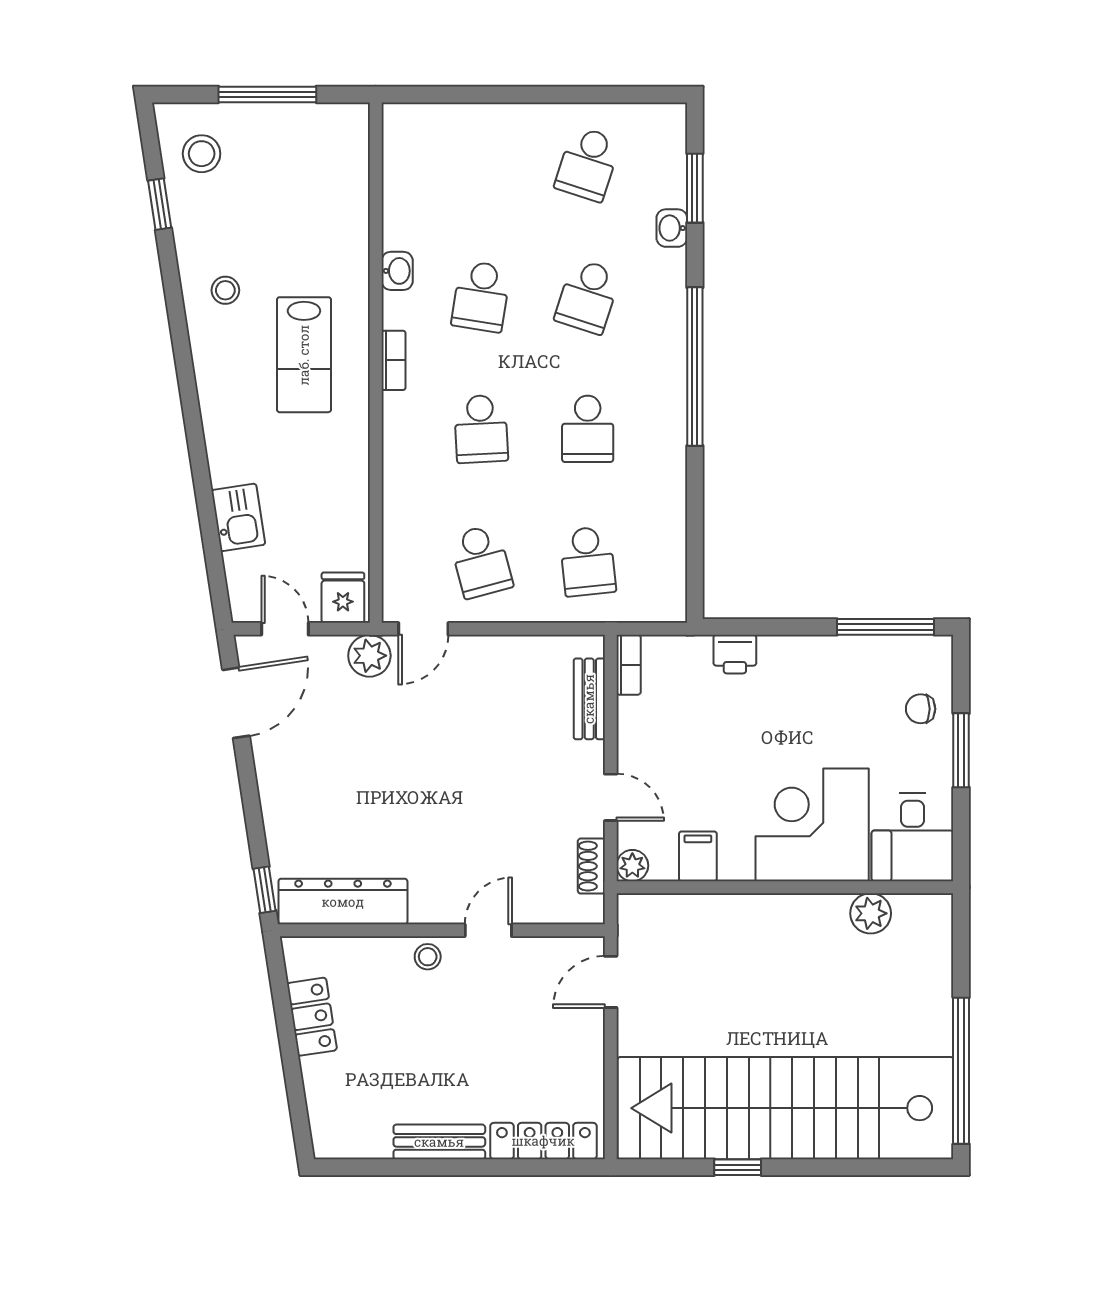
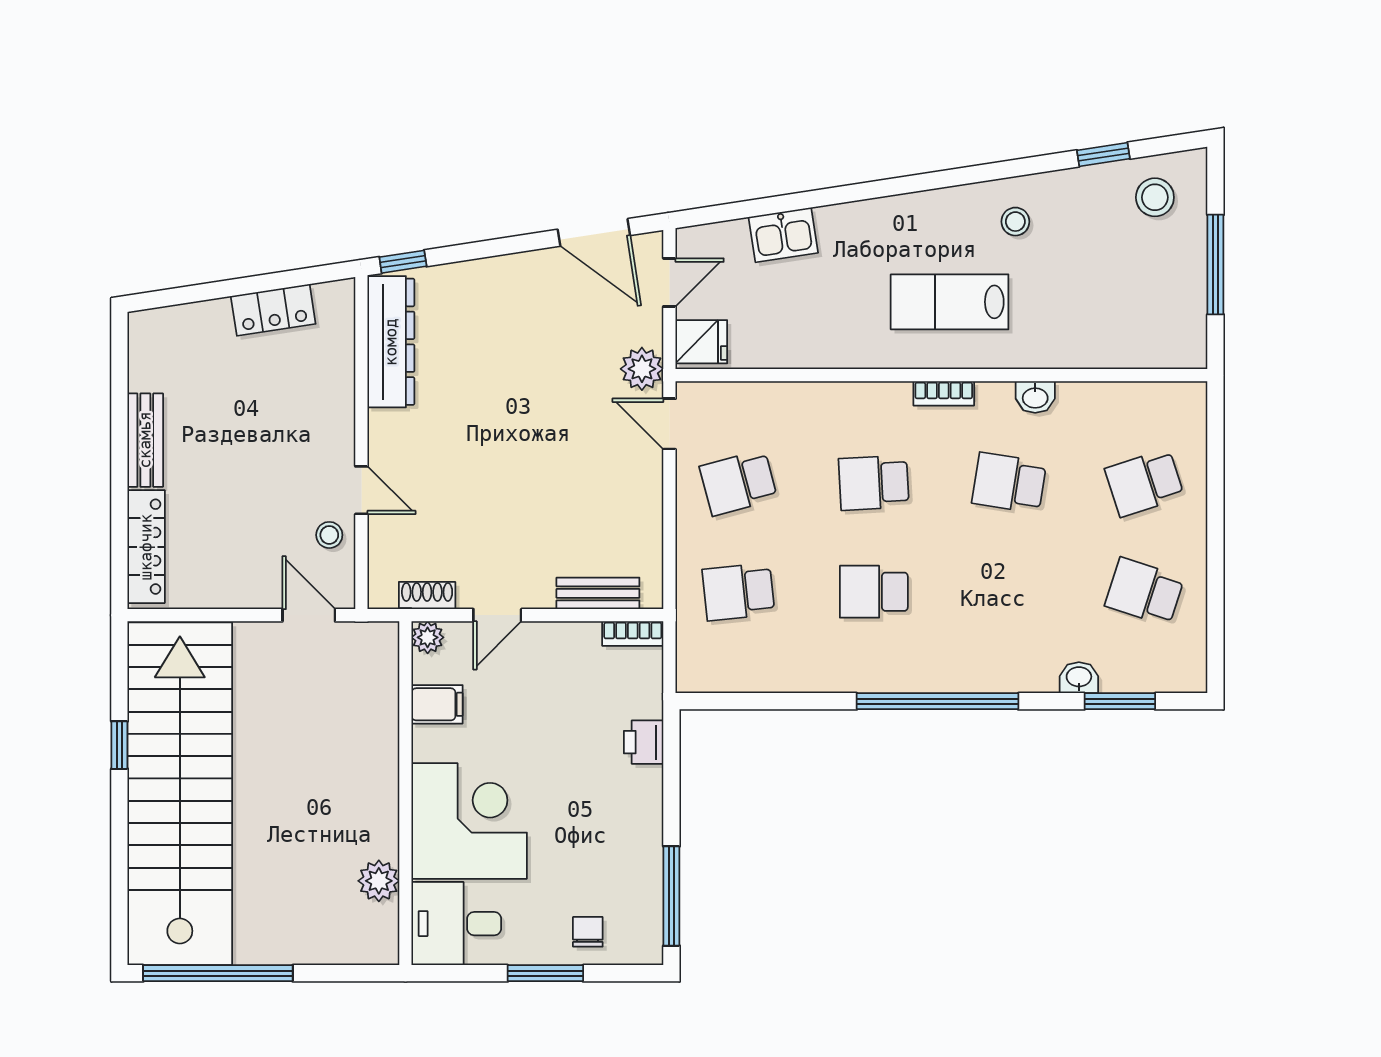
school desk: (588, 296) -> (1144, 483), moved, turned -36
stool: (428, 957) -> (329, 535), moved

